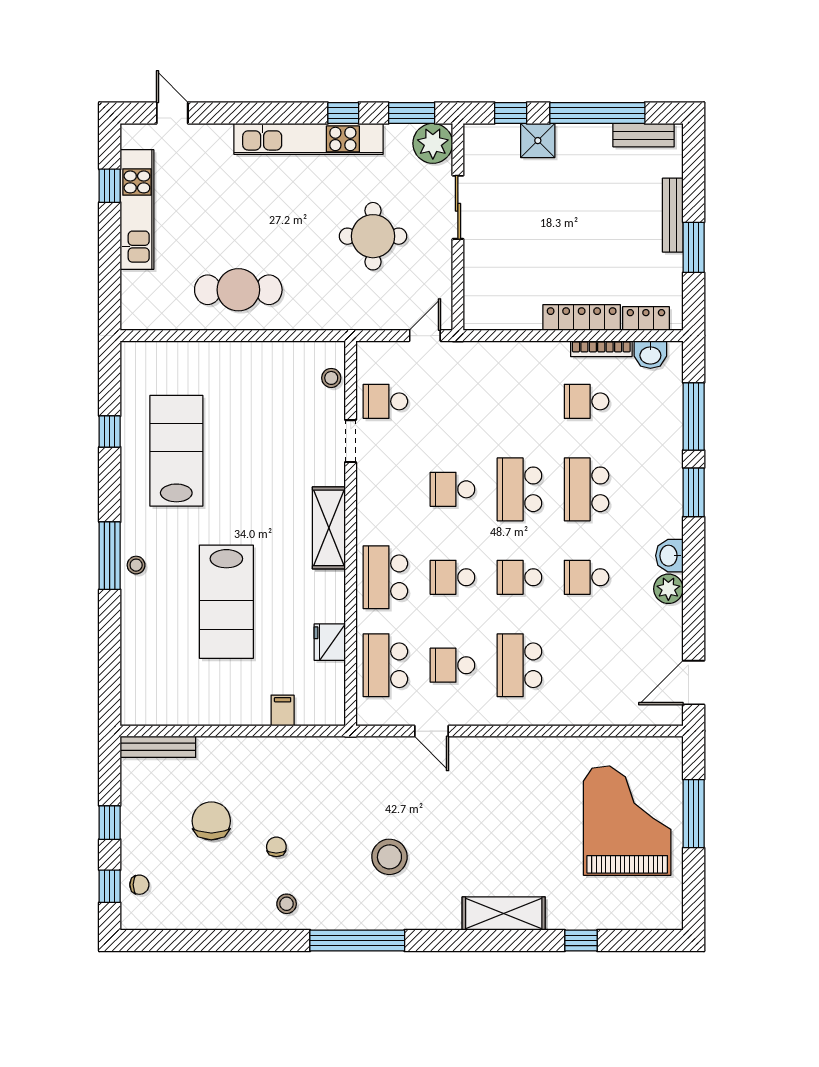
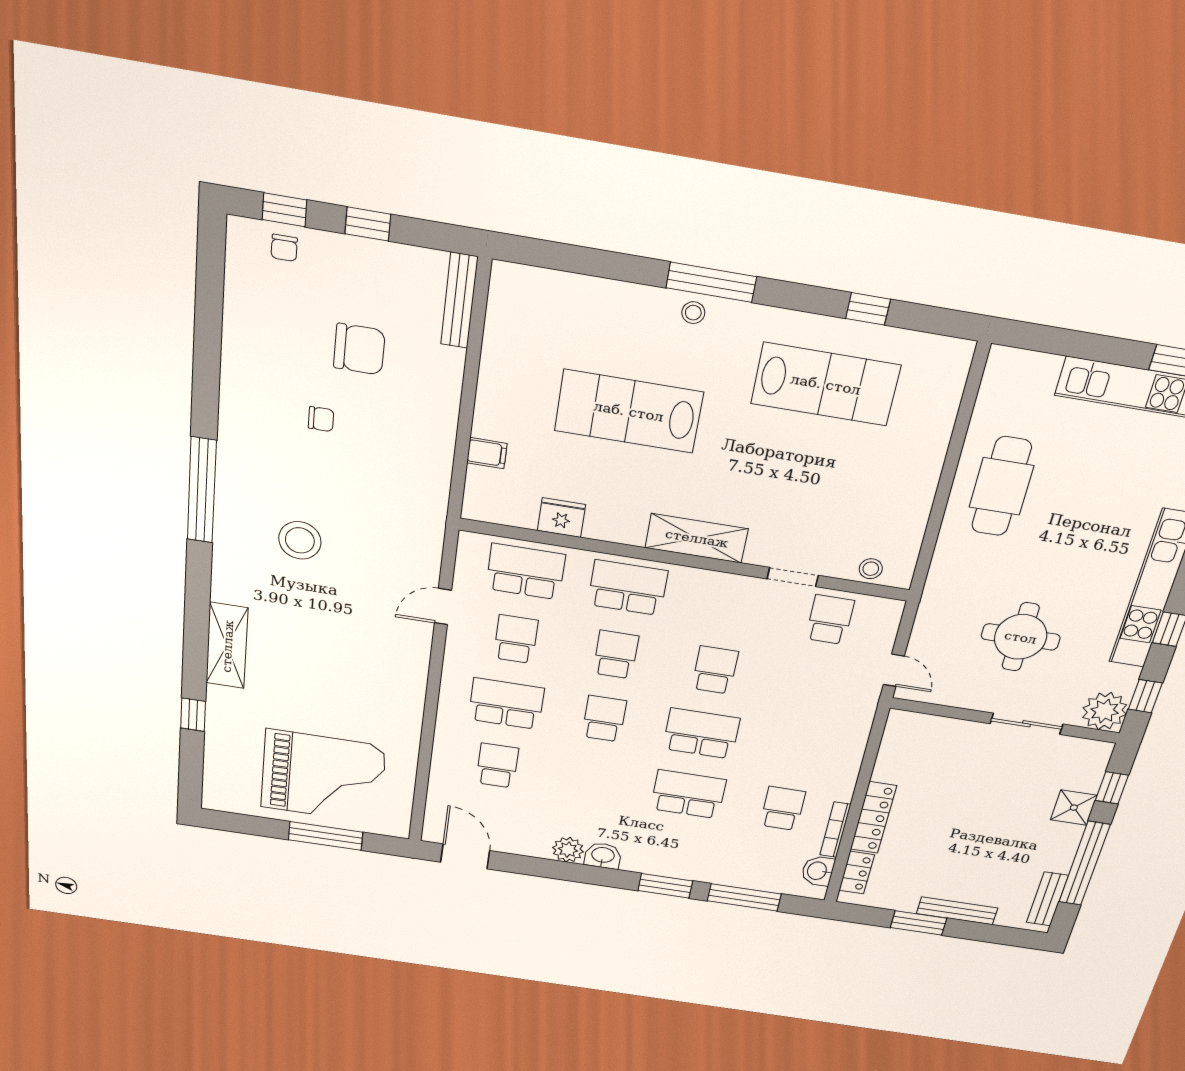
window: (412, 113) -> (1145, 696), width x0.67
school desk: (587, 577) -> (497, 766), moved
stool: (287, 904) -> (250, 419), removed

